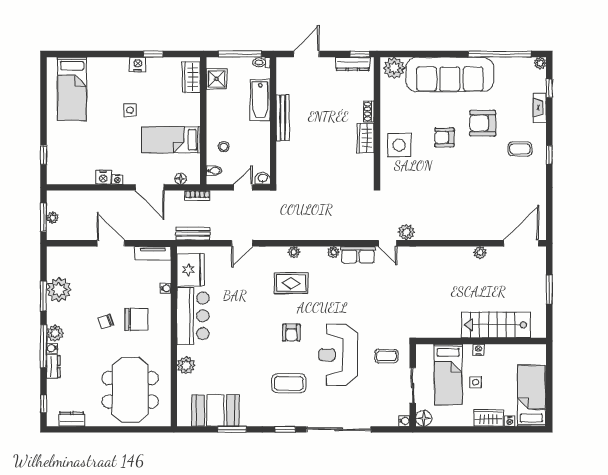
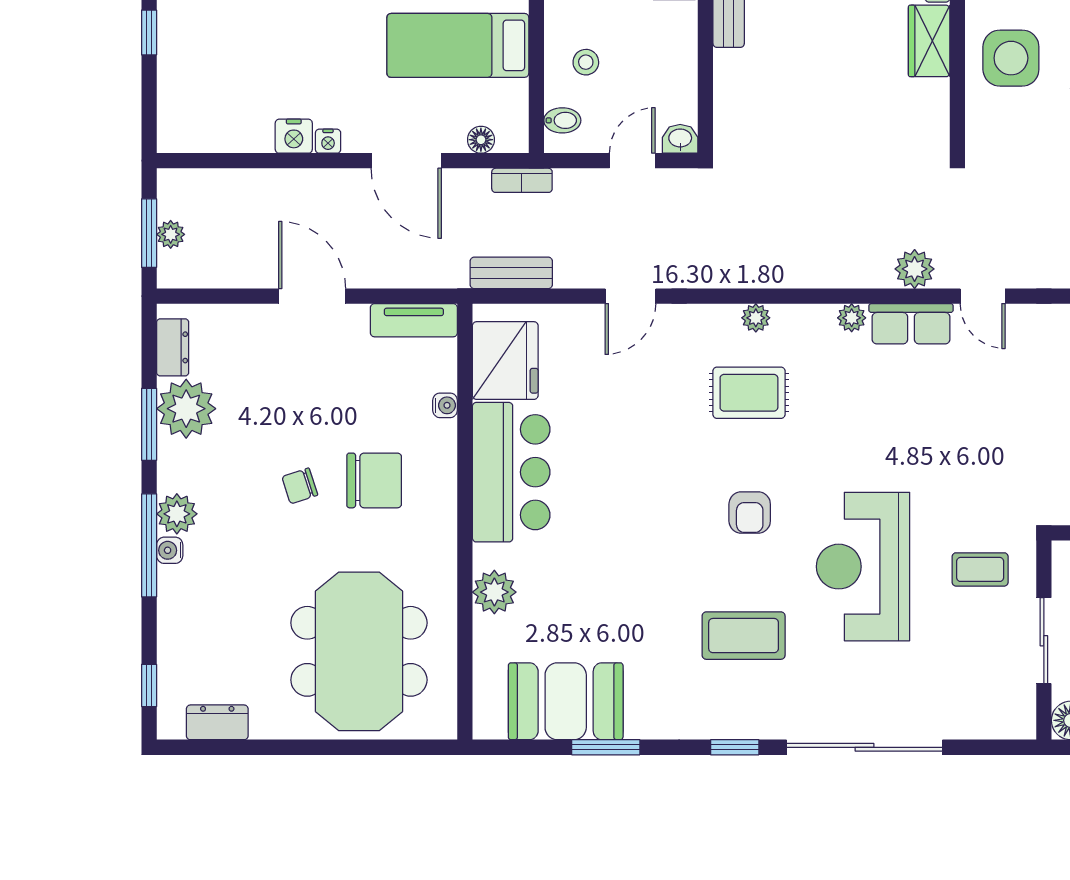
window: (44, 155) -> (149, 33), moved
plant: (406, 232) -> (915, 269), moved
dresser: (53, 367) -> (173, 347), moved
water cooler: (404, 421) -> (1023, 727), removed

